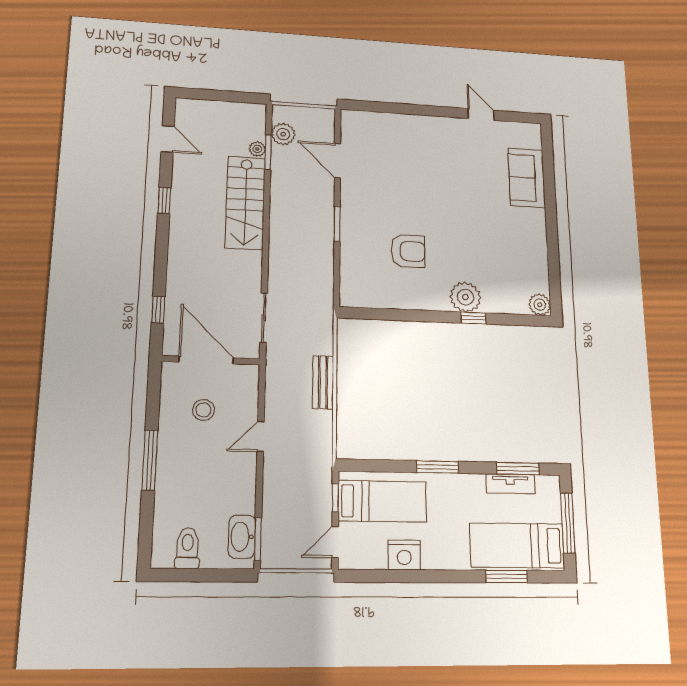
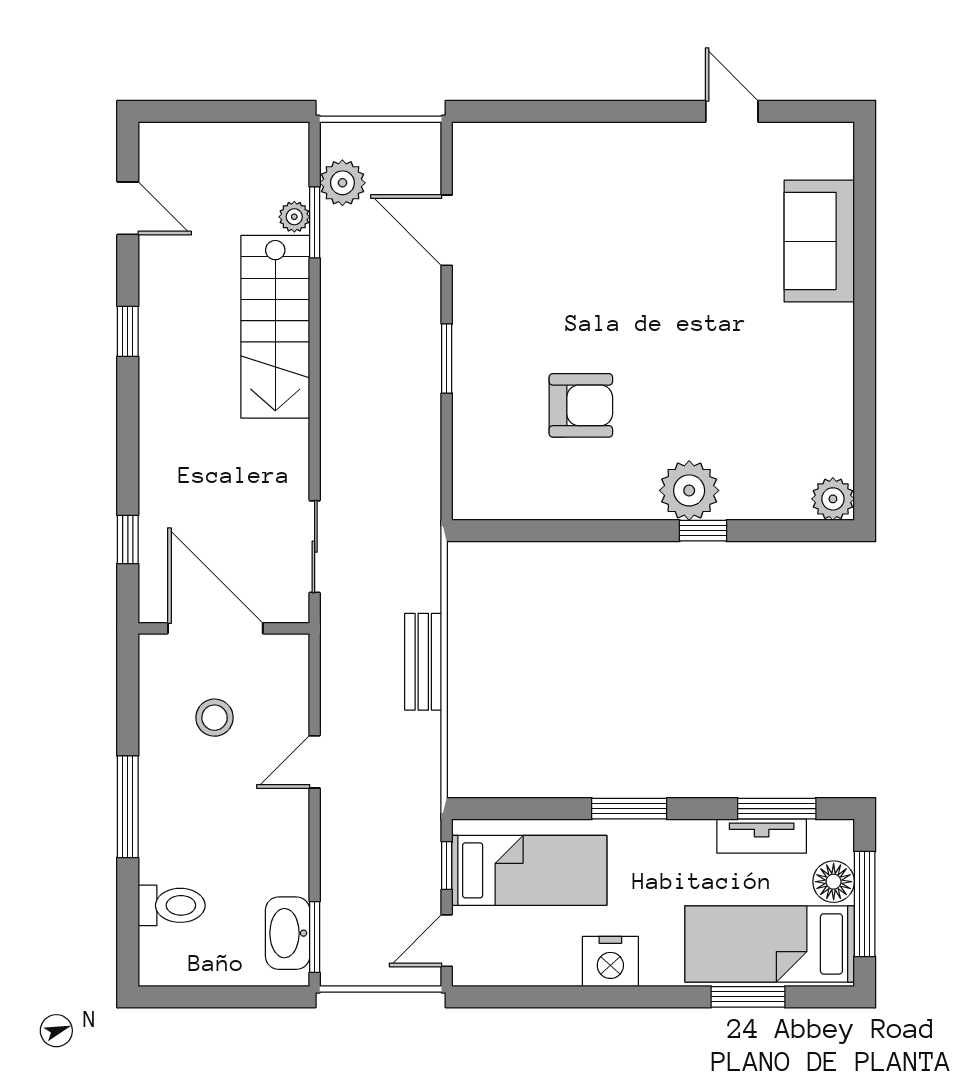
floor lamp: (550, 510) -> (834, 882), added
toilet: (187, 548) -> (172, 905), moved, turned 90
nightstand: (404, 555) -> (610, 961), moved

